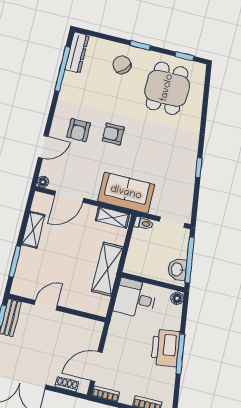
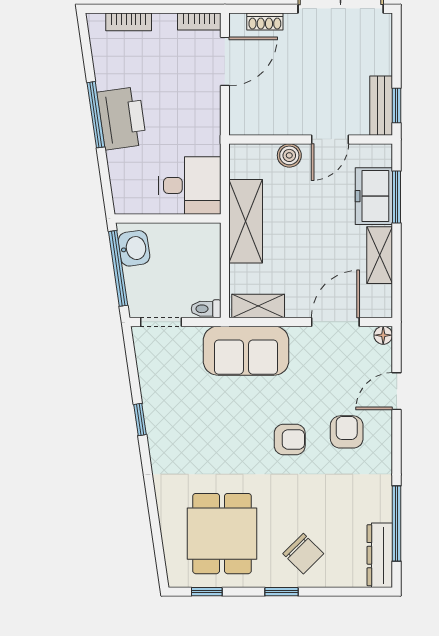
freezer: (28, 265) -> (374, 196), added
floor lamp: (177, 298) -> (123, 202), removed
boiler: (72, 302) -> (289, 155), added

